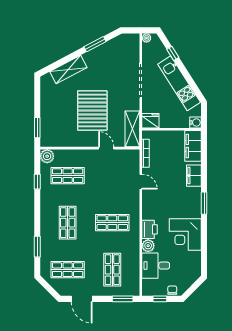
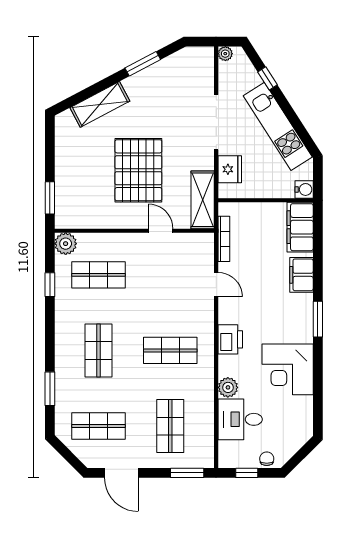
fridge: (150, 121) -> (230, 169), moved, turned 90
printer: (150, 229) -> (230, 339), moved

